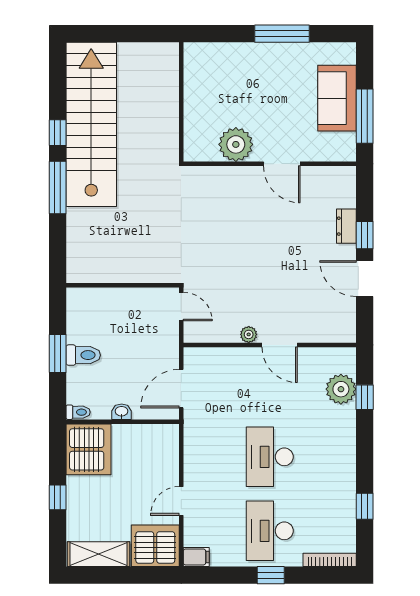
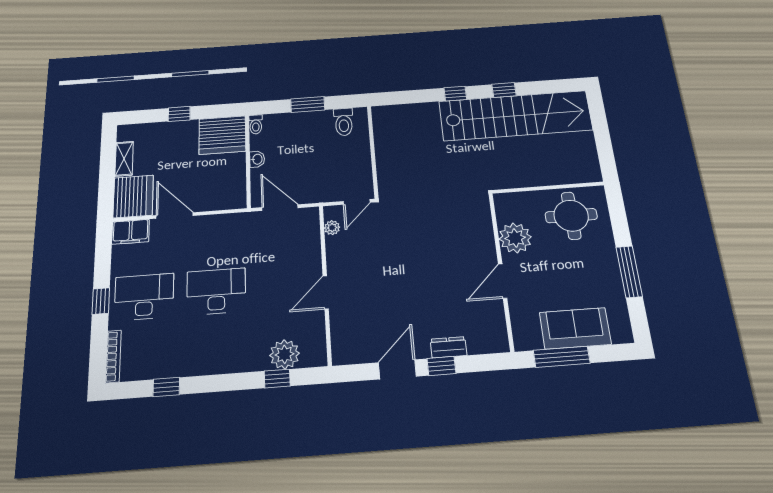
round table: (215, 82) -> (571, 216), added
window: (58, 187) -> (455, 94), width x0.46
plant: (249, 334) -> (332, 228), moved
toilet: (83, 355) -> (344, 122), moved
door: (181, 501) -> (175, 215), width x1.38
shelving: (99, 554) -> (124, 159), width x0.67, depth x0.75
filing cabinet: (196, 557) -> (130, 232), width x2.00

